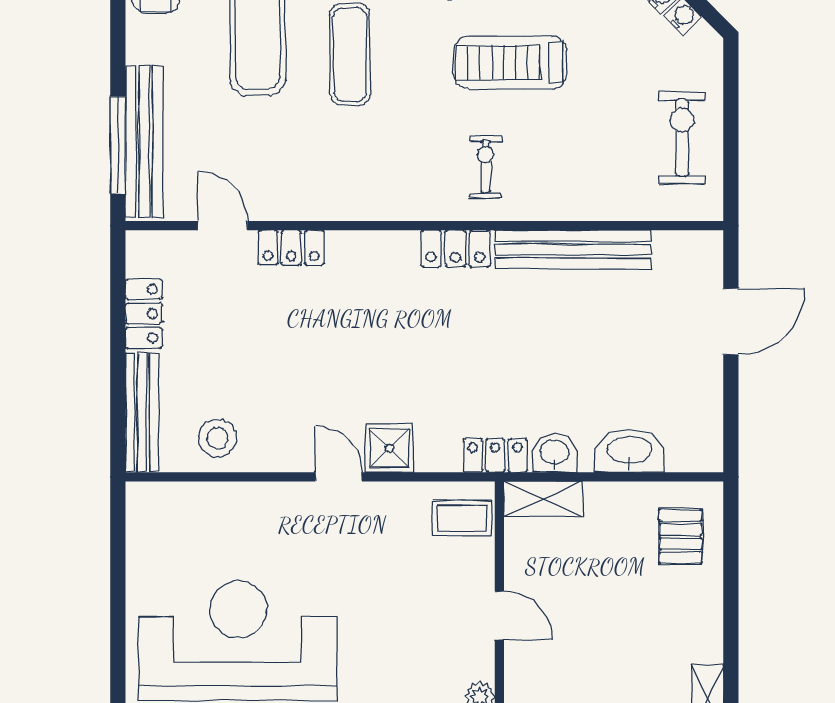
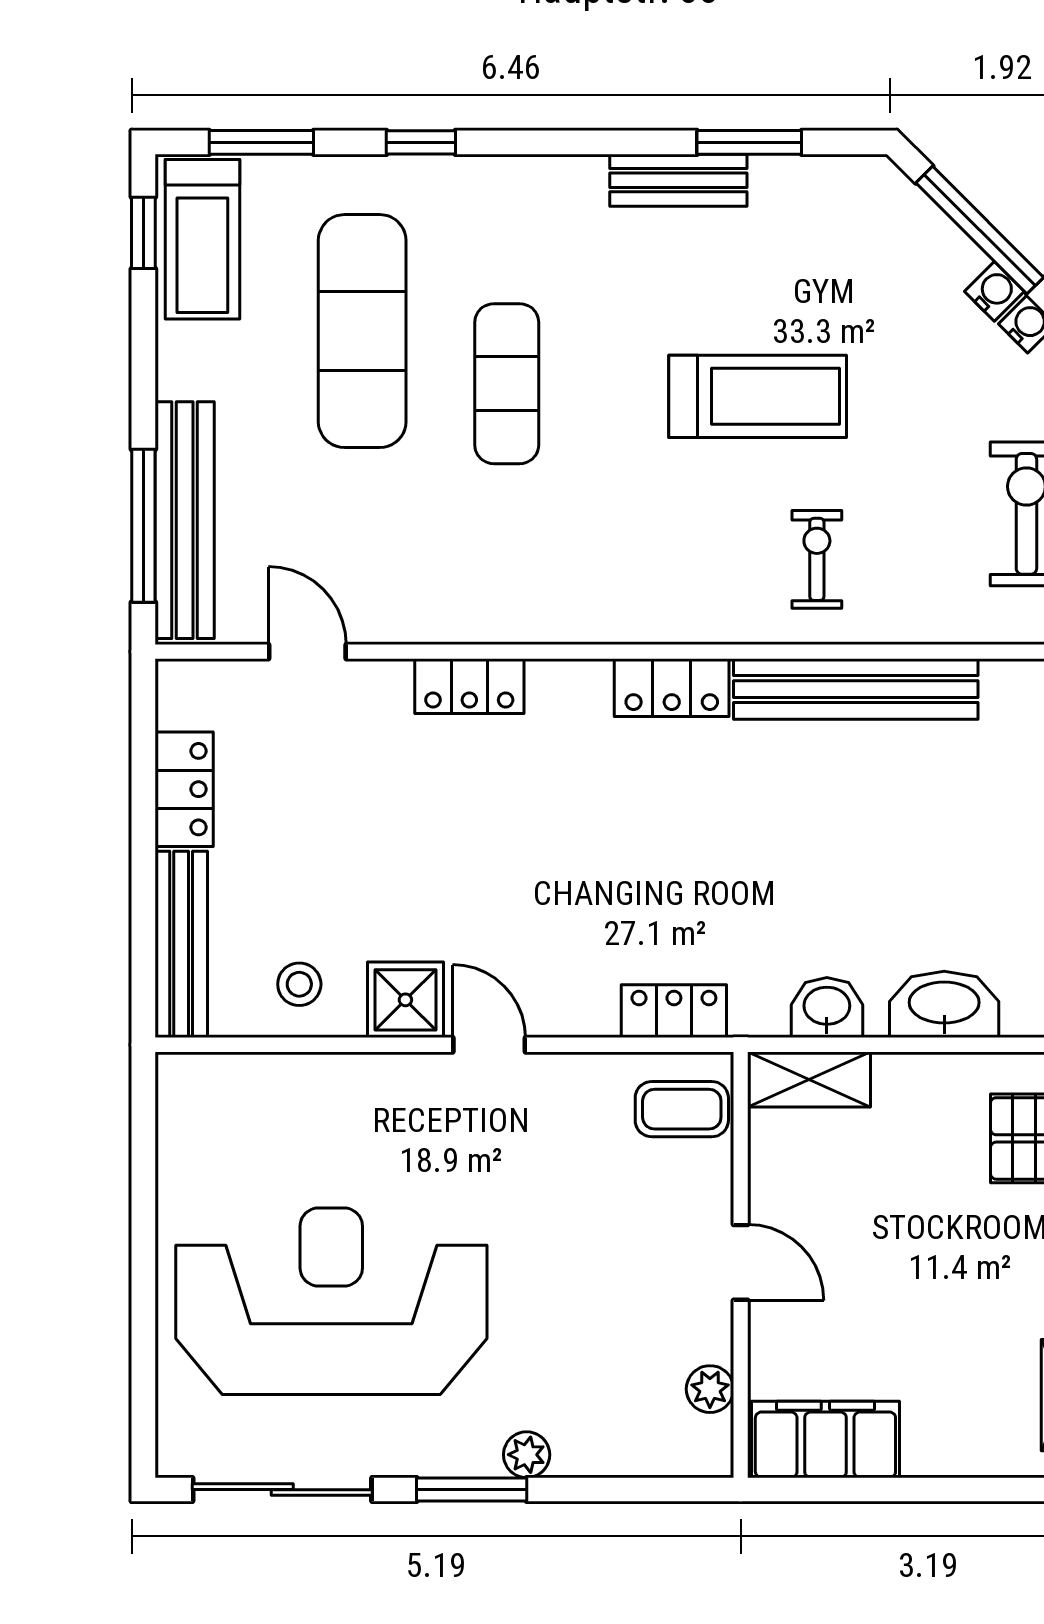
treadmill: (510, 63) -> (758, 396), turned 180
exercise bike: (485, 167) -> (817, 559), moved
locker: (291, 248) -> (469, 686), moved
stool: (217, 438) -> (299, 984), width x0.73, depth x0.73
shower: (390, 448) -> (405, 1000), moved
locker: (495, 455) -> (674, 1011), moved

